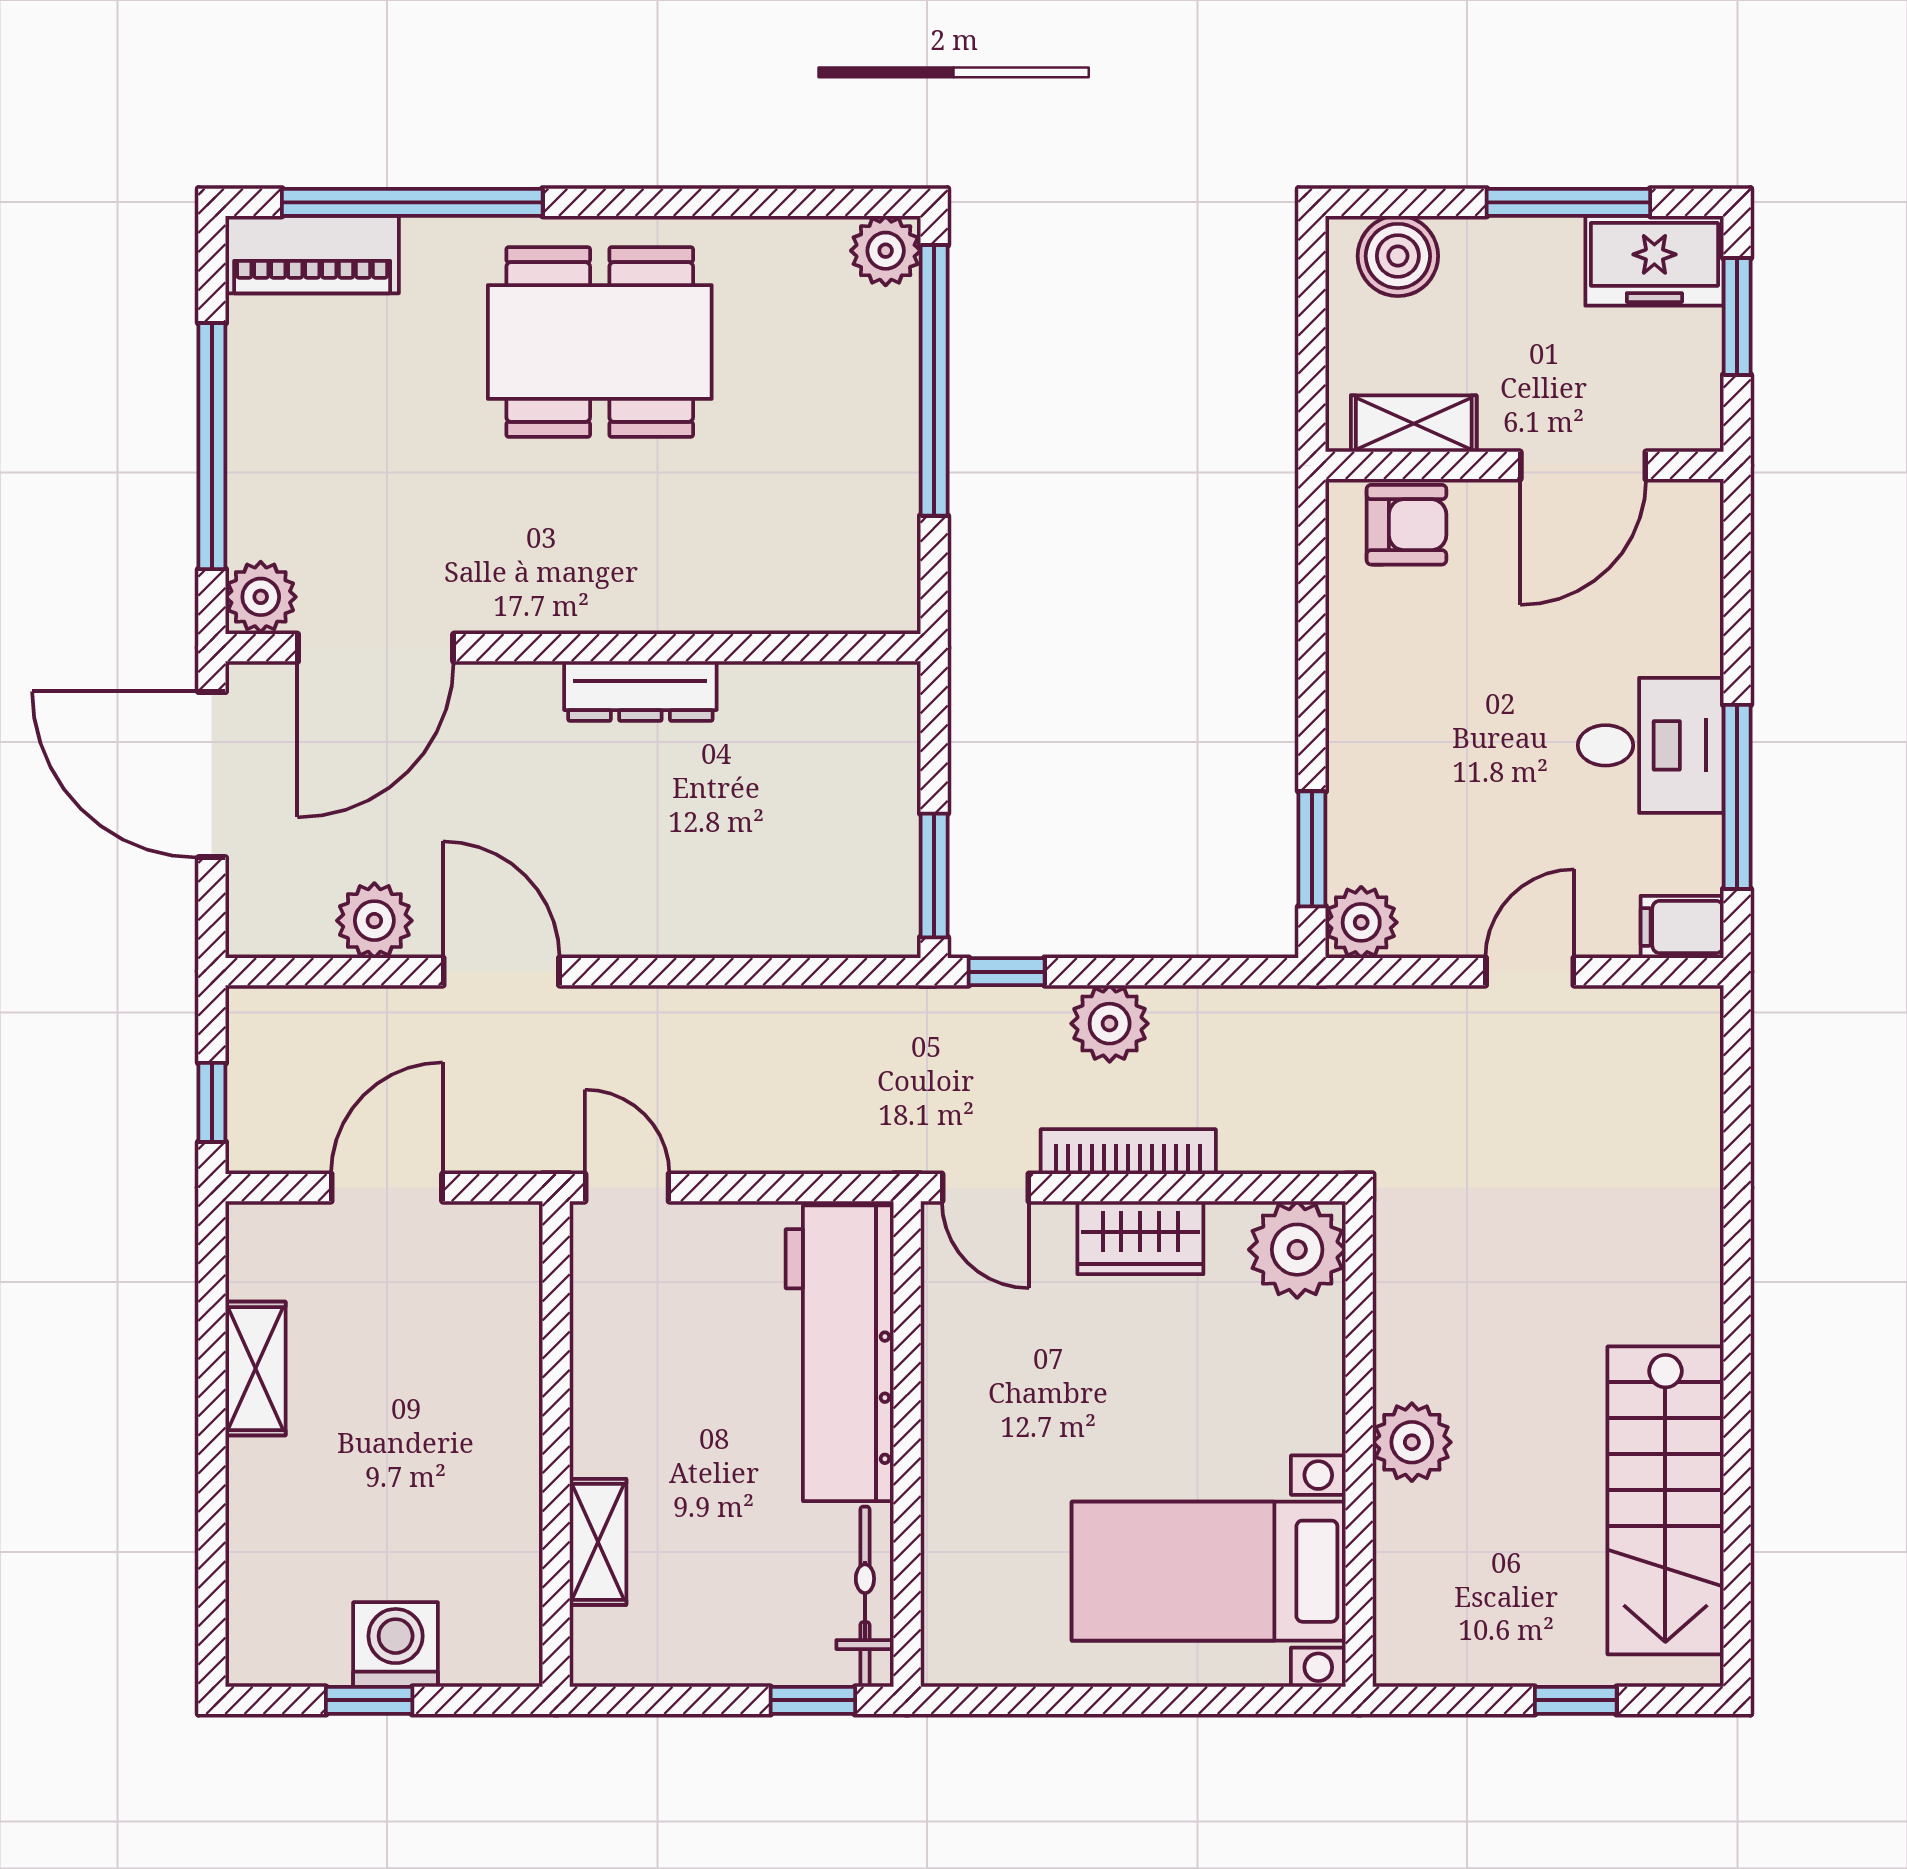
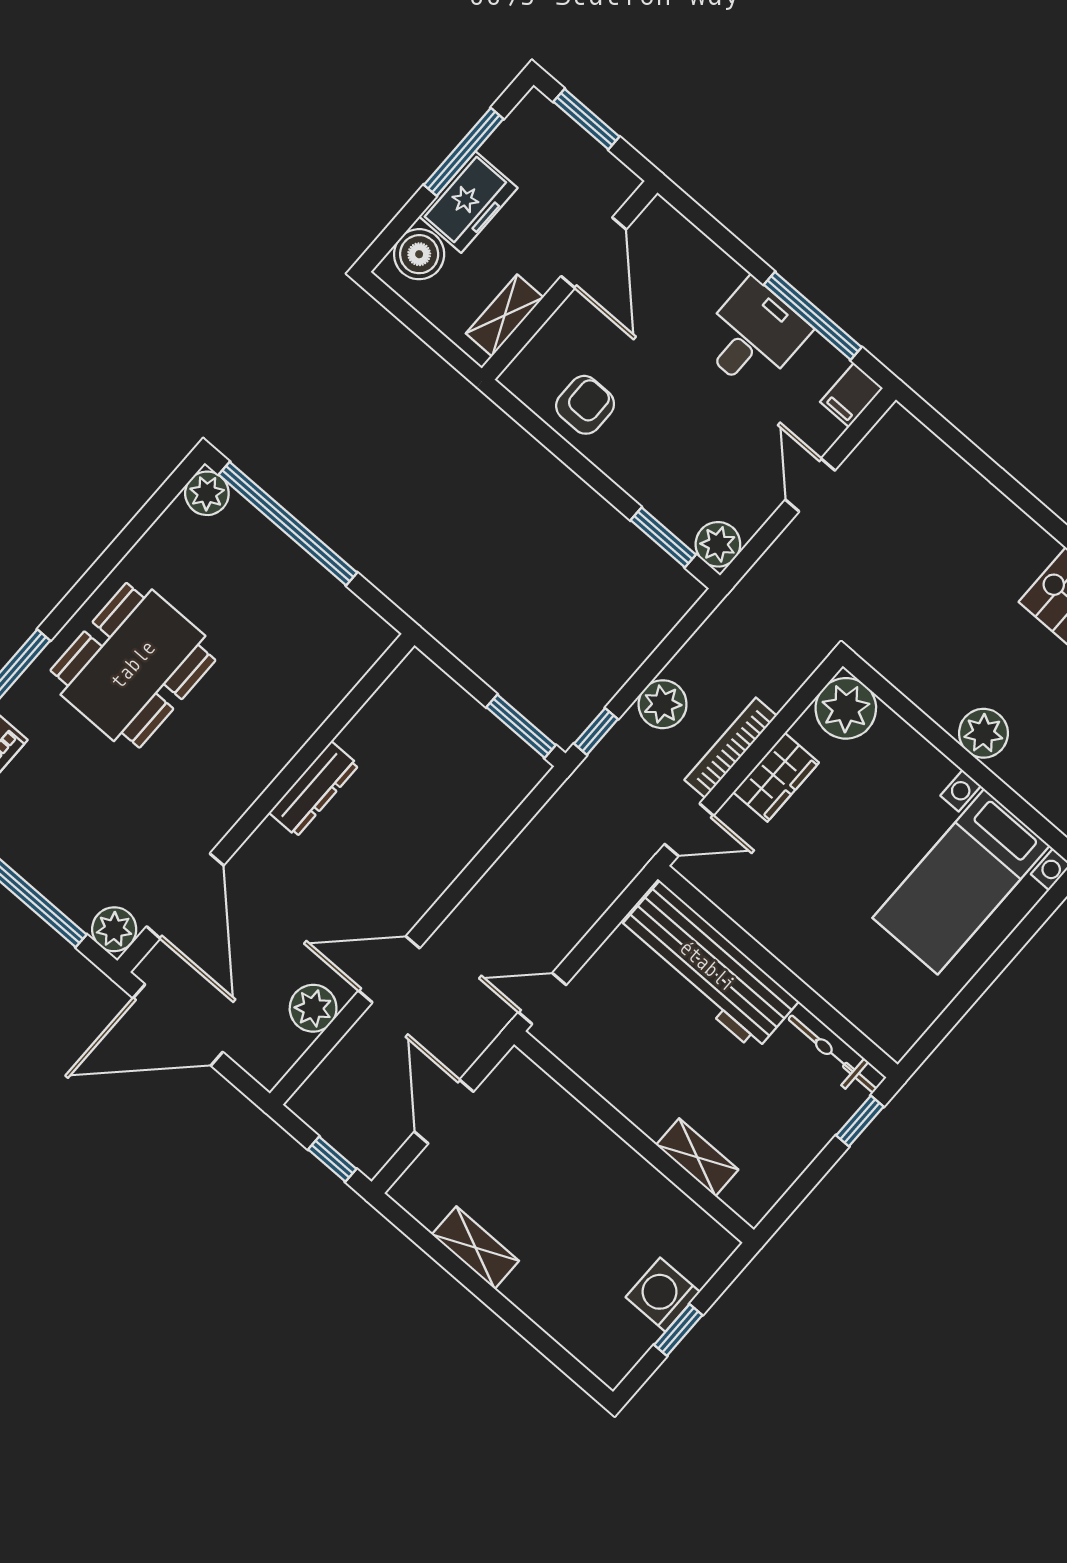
freezer: (1654, 261) -> (468, 202), moved
armchair: (1406, 525) -> (585, 405), moved

